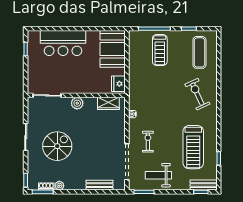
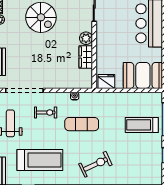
exercise mat: (199, 52) -> (82, 124), moved
wardrobe: (108, 103) -> (86, 57), moved
treadmill: (193, 147) -> (40, 160), turned 180

